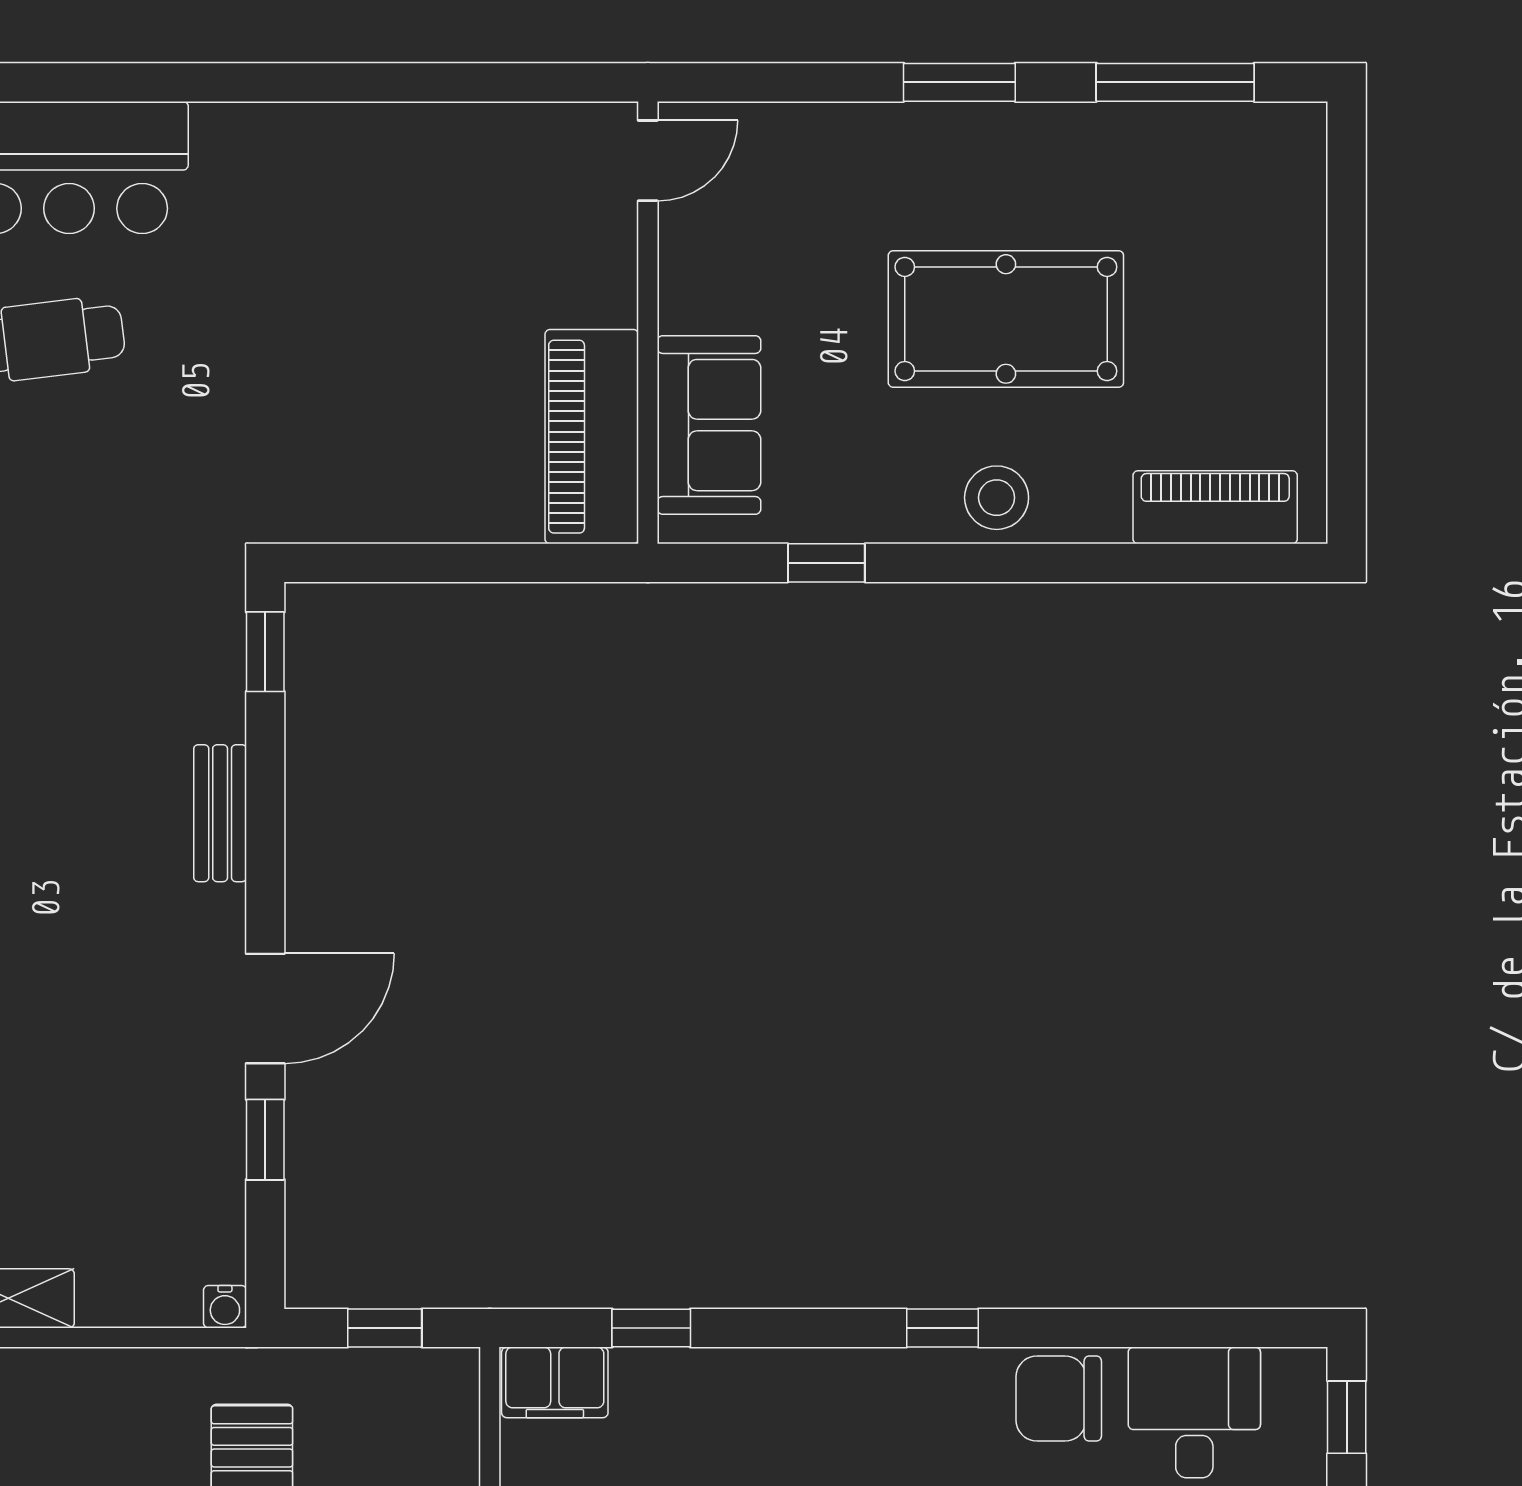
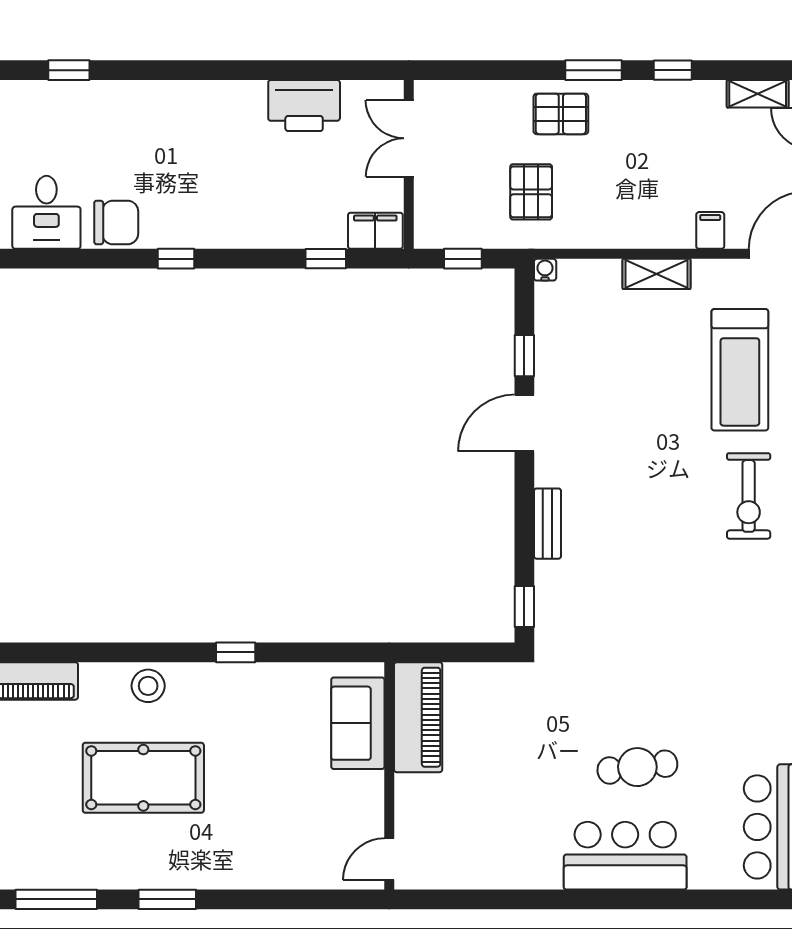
door: (648, 161) -> (389, 859), moved
wall: (648, 323) -> (389, 776), moved
sofa: (709, 425) -> (358, 723), moved
piano: (592, 437) -> (418, 717), moved

